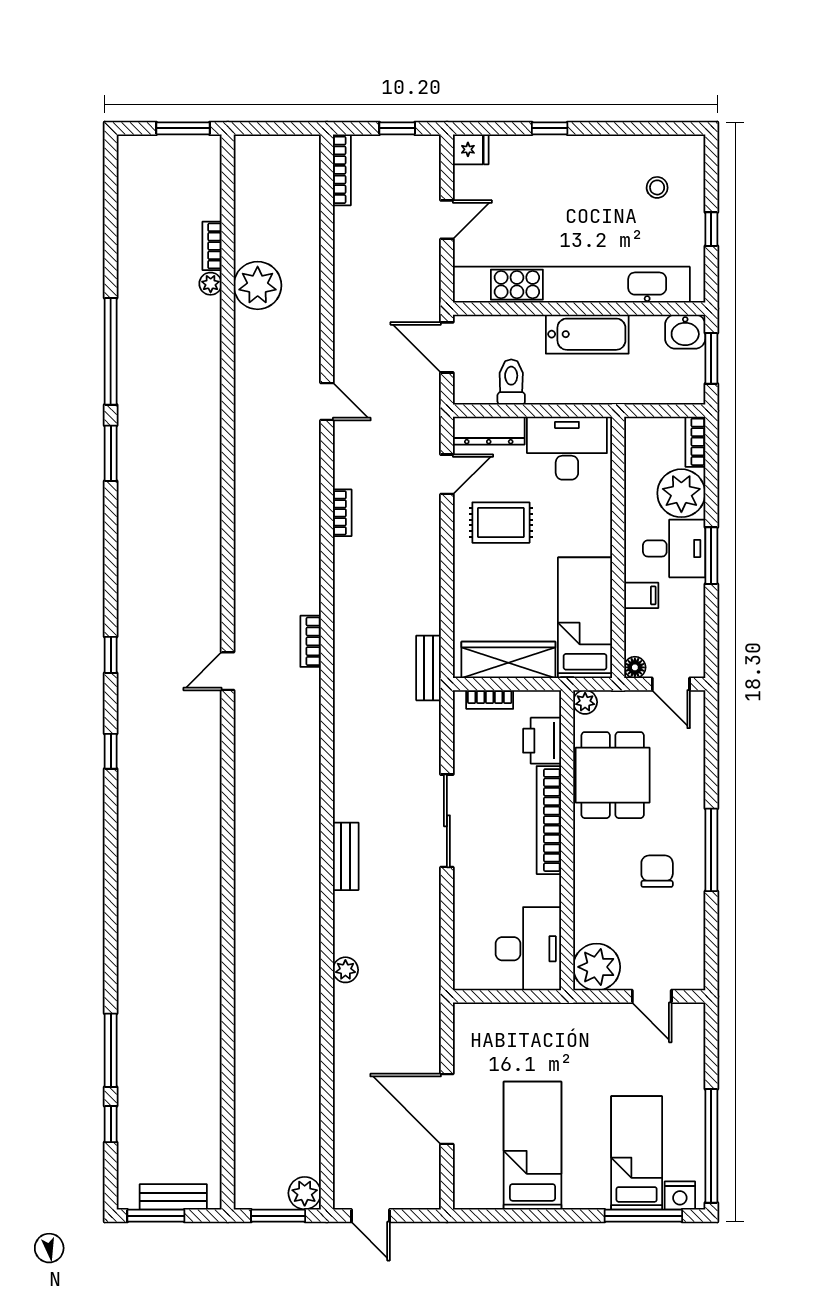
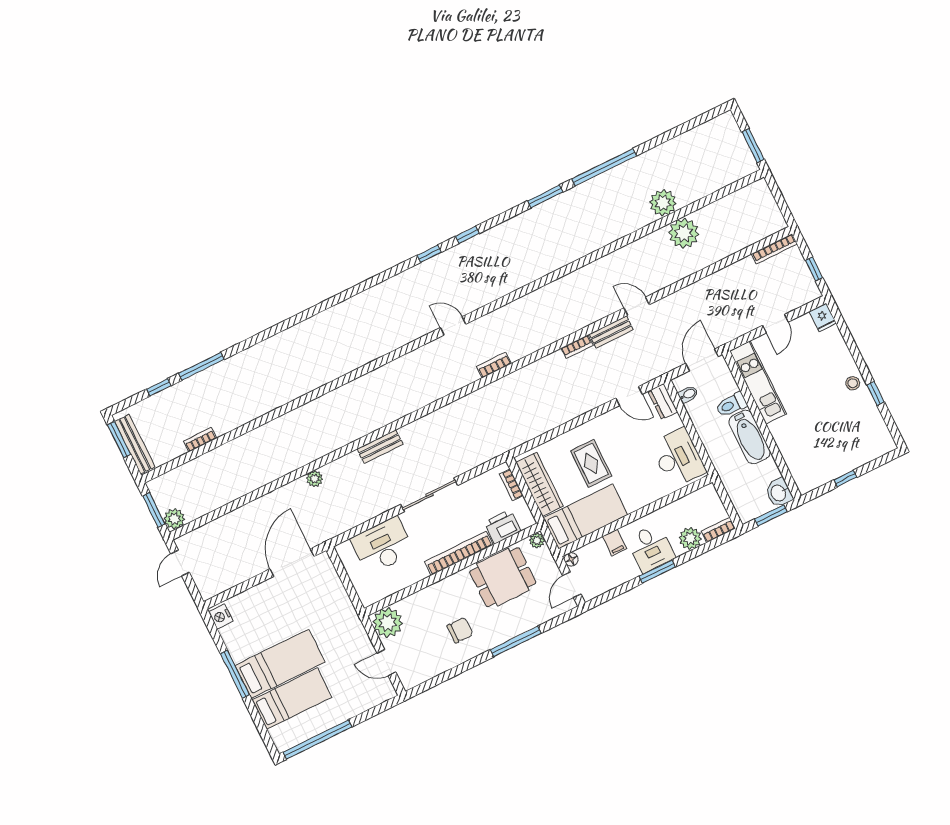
window: (550, 128) -> (876, 394), moved
stool: (657, 187) -> (853, 383), moved
door: (447, 220) -> (776, 324), hinge flipped
bookcase: (212, 246) -> (200, 440), moved
plant: (211, 284) -> (663, 203), width x1.88, depth x1.88
kitchen unit: (571, 285) -> (758, 382), width x0.54
toilet: (511, 382) -> (731, 405), moved, turned 180
bidet: (485, 390) -> (688, 394), added
door: (327, 401) -> (637, 306), swing flipped
dresser: (489, 431) -> (663, 402), width x0.70
plant: (681, 493) -> (690, 538), width x0.73, depth x0.73
rug: (501, 523) -> (591, 463), moved
bench: (429, 668) -> (611, 332), moved
window: (111, 751) -> (467, 235), moved
window: (711, 850) -> (516, 641), moved
desk: (528, 949) -> (383, 546), moved, turned 180
door: (652, 996) -> (386, 663), hinge flipped
door: (447, 1109) -> (292, 563), moved
bed: (533, 1146) -> (280, 664), moved
nightstand: (680, 1196) -> (221, 617), moved
bench: (173, 1197) -> (135, 444), width x1.36
window: (643, 1216) -> (235, 674), moved

